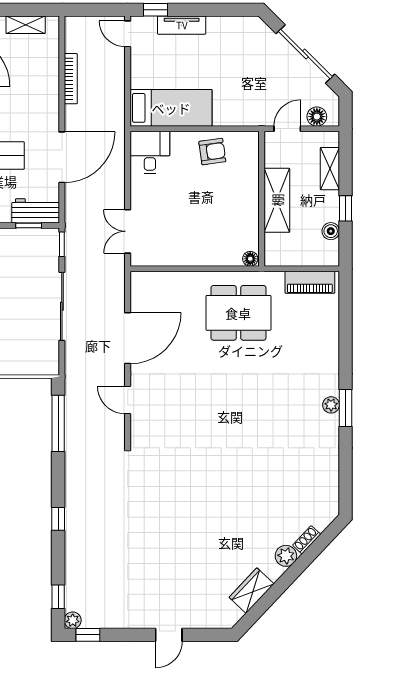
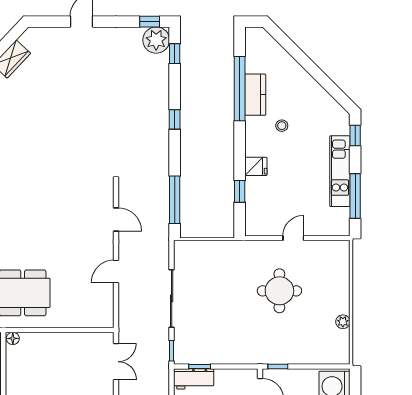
door: (128, 338) -> (116, 272), width x0.53
plant: (73, 620) -> (156, 40), width x1.88, depth x1.88

